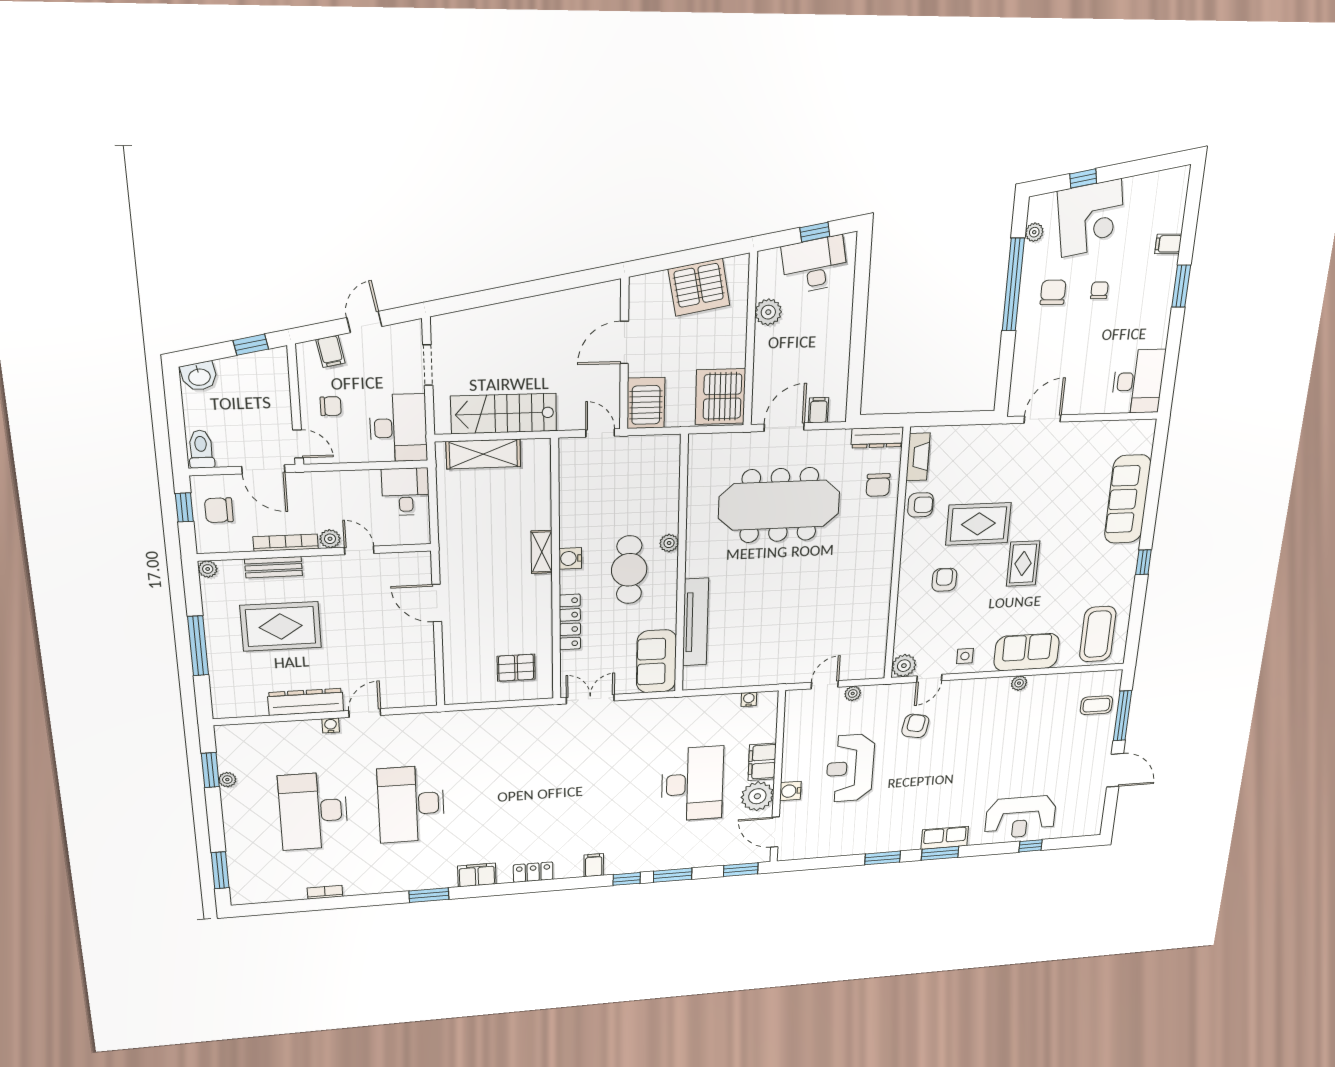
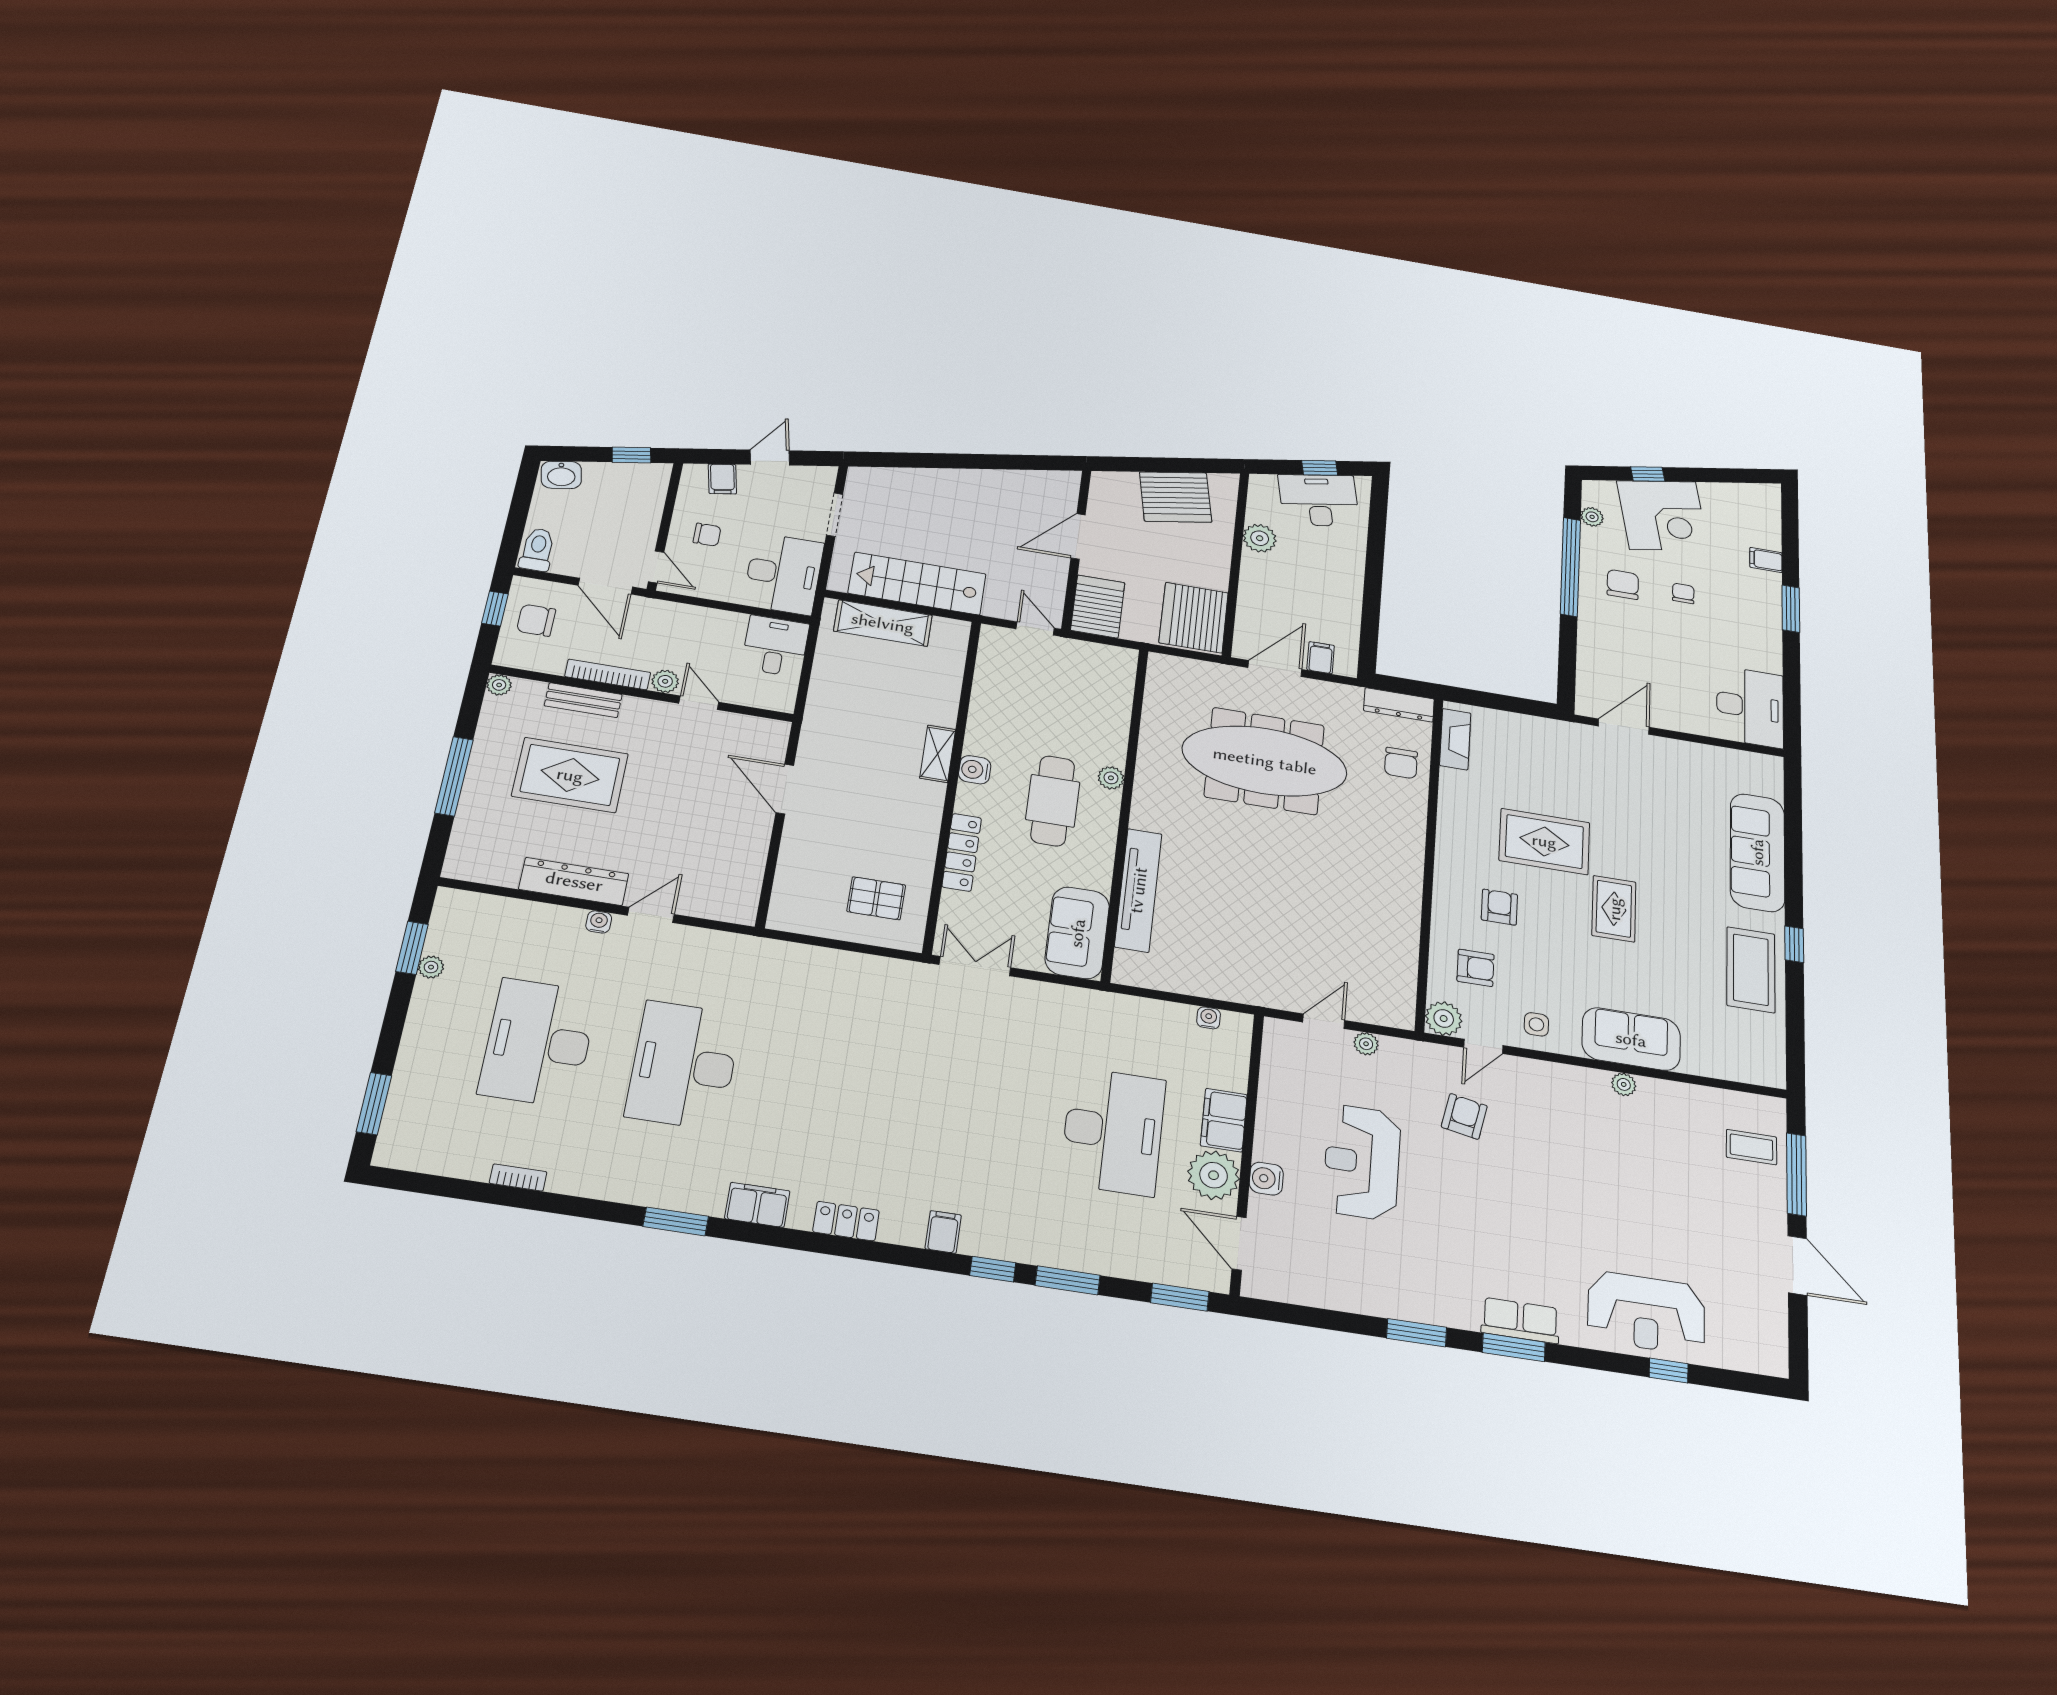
armchair: (920, 505) -> (1476, 968), moved
coffee table: (1098, 634) -> (1751, 970), moved

